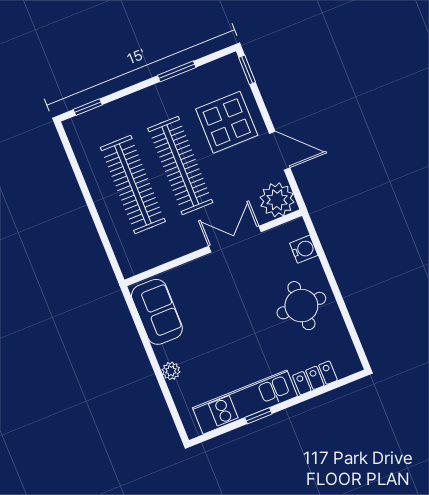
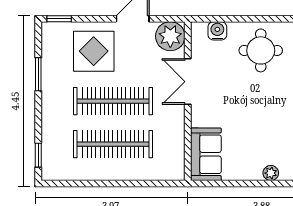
sofa: (157, 312) -> (206, 154), moved, turned 90

